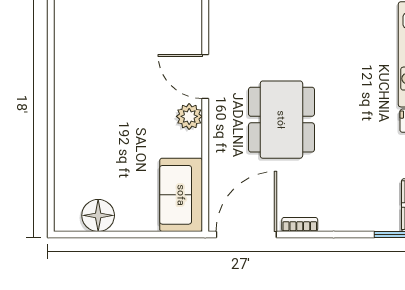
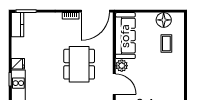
coffee table: (92, 164) -> (166, 44), added
sofa: (181, 195) -> (125, 36), width x1.36

